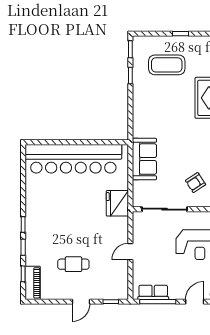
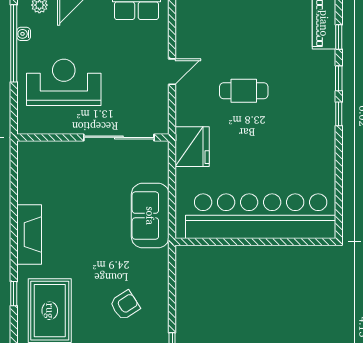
armchair: (196, 183) -> (125, 305), moved
cafe table: (73, 264) -> (244, 91), moved

